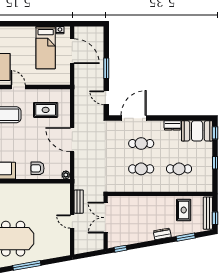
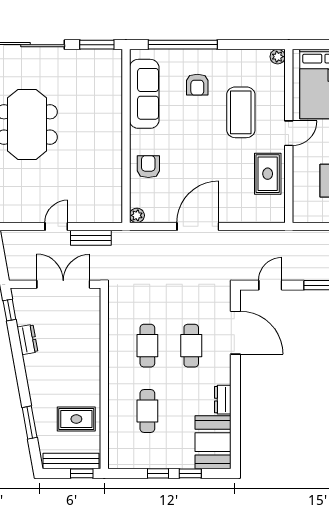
rug: (46, 110) -> (268, 174), moved
window: (215, 133) -> (190, 473), moved
window: (215, 218) -> (82, 473), moved
dresser: (162, 234) -> (27, 339), moved

